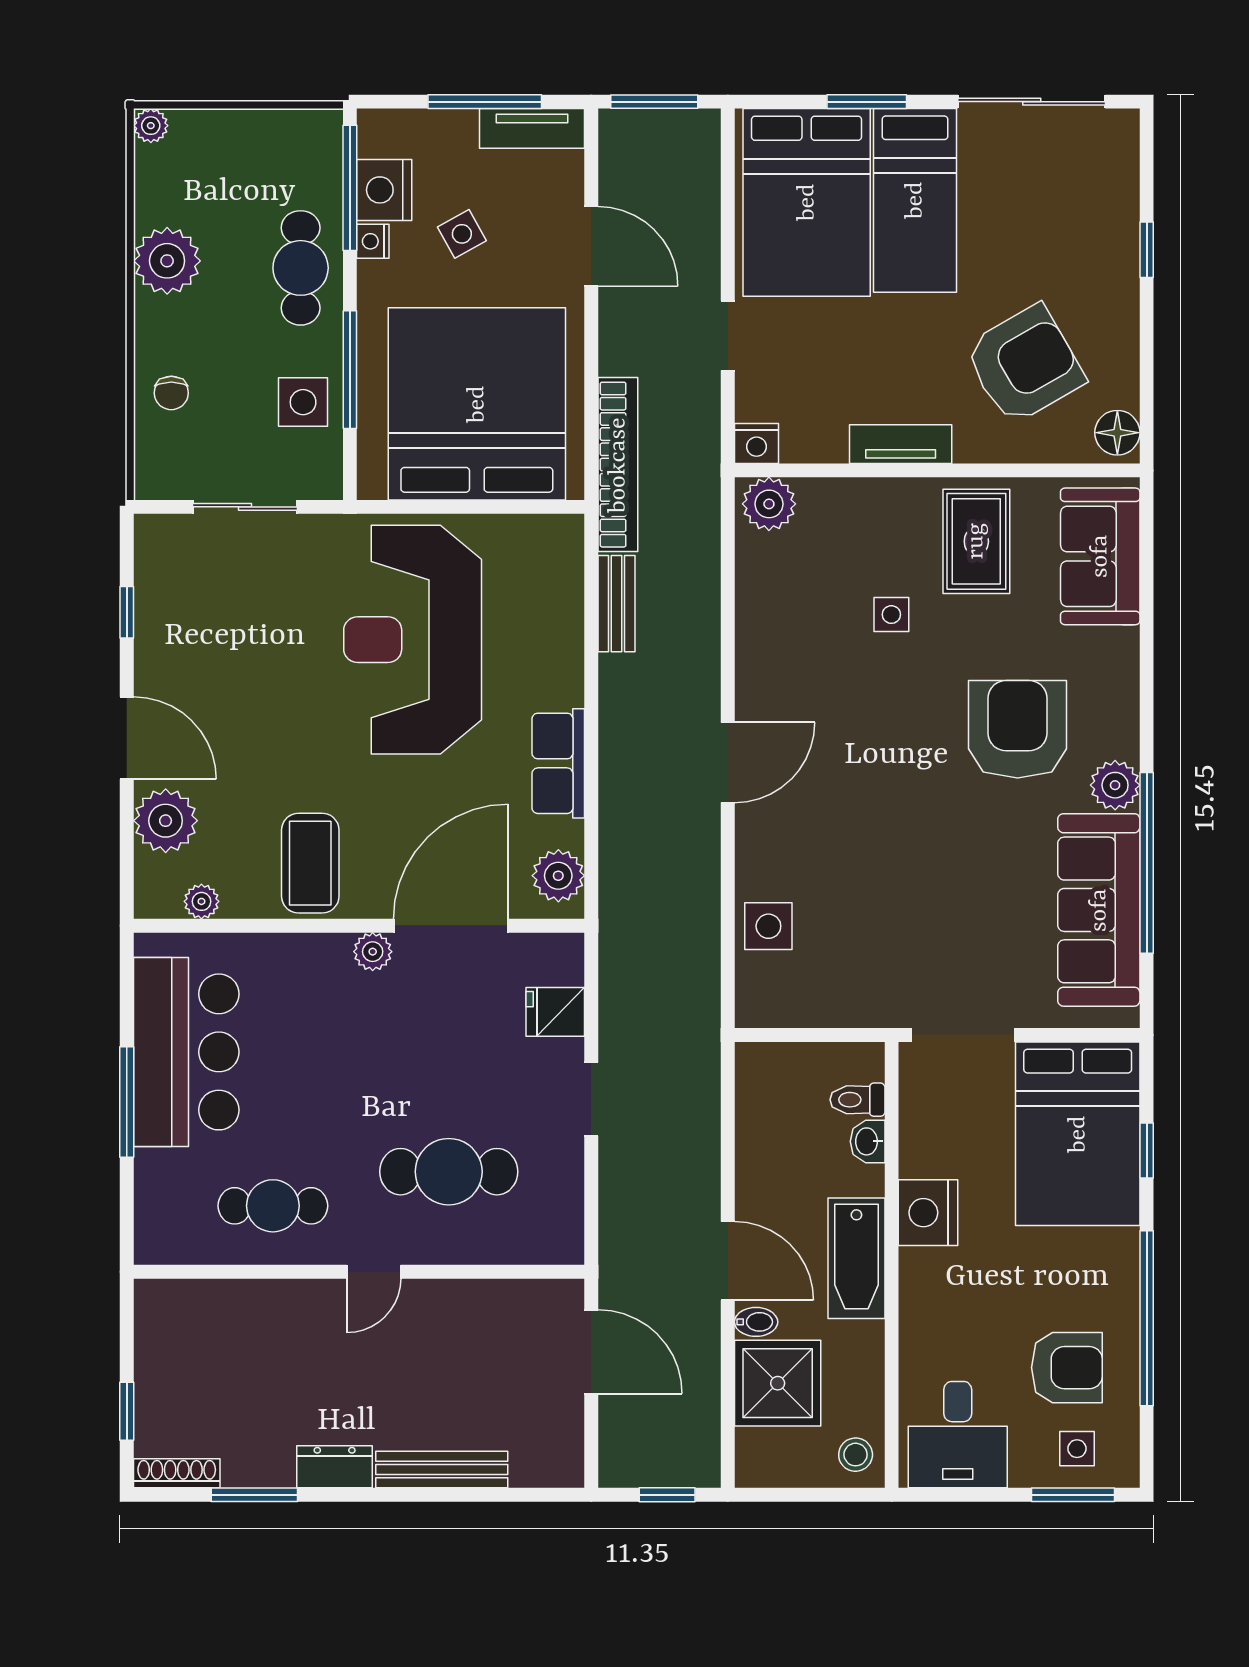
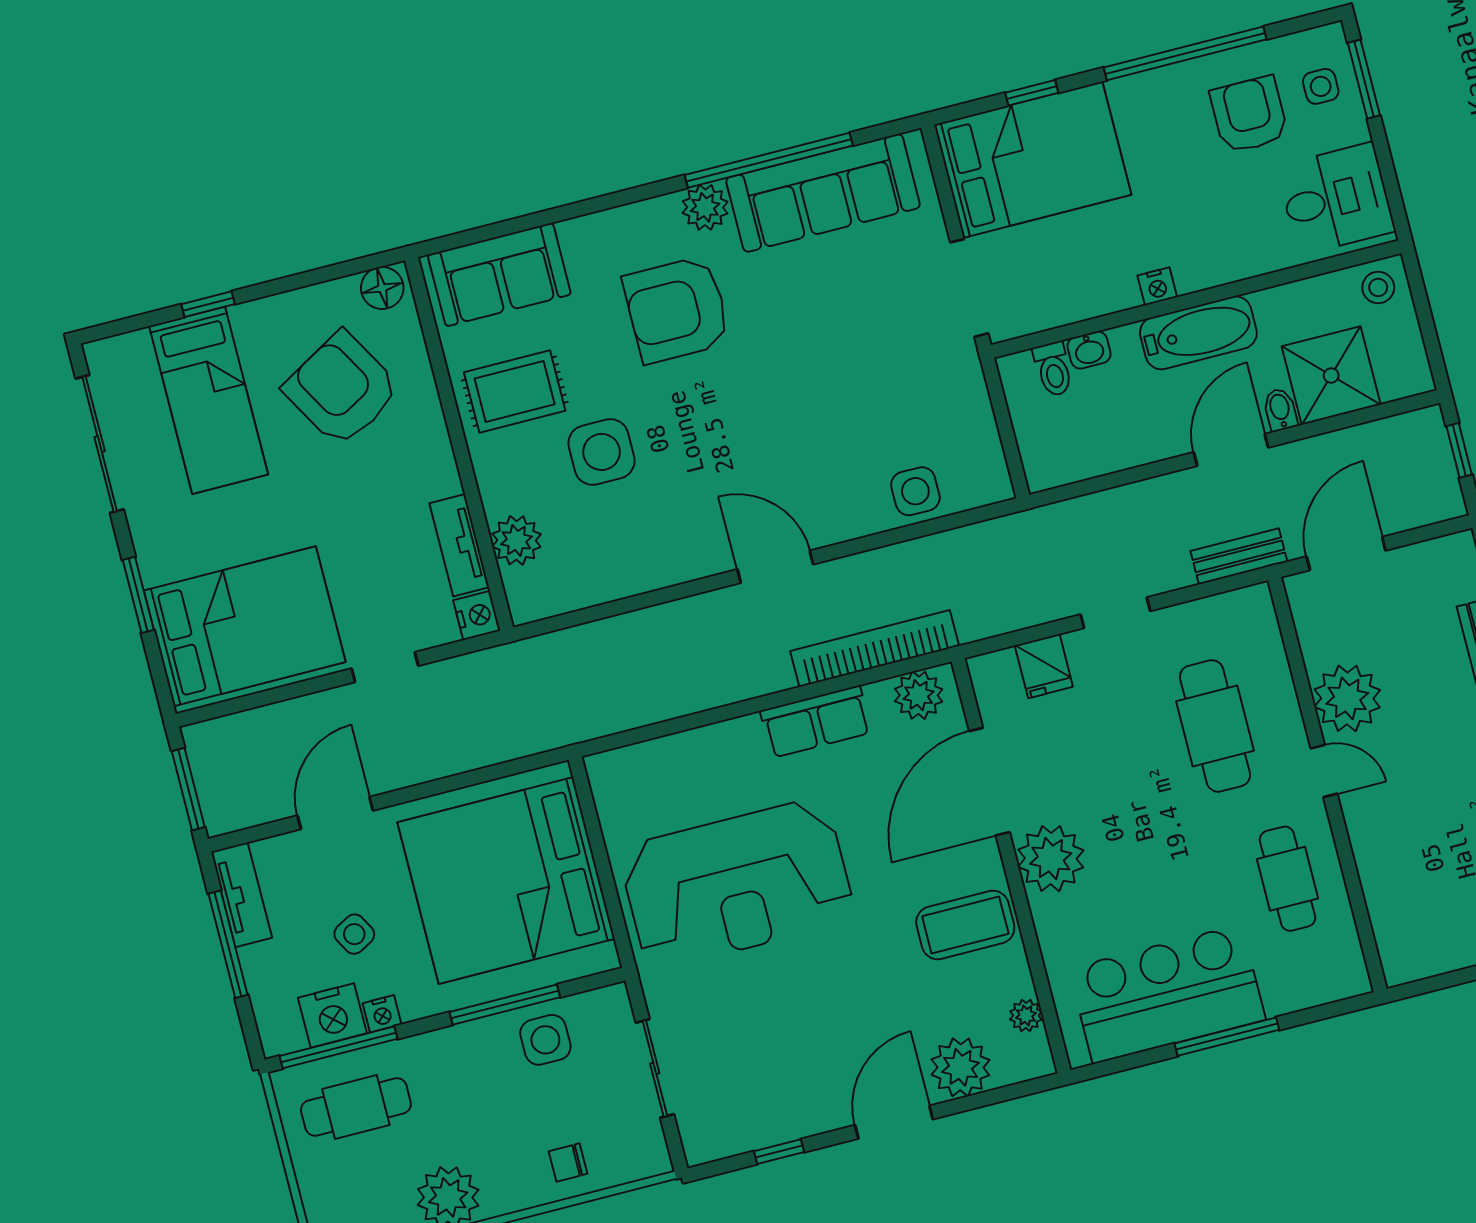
bed: (915, 200) -> (209, 400), moved, turned 90
cafe table: (301, 268) -> (356, 1107), moved
chair: (171, 393) -> (568, 1163), turned 180
tv unit: (901, 444) -> (459, 545), moved
bookcase: (618, 465) -> (875, 648), moved
plant: (769, 504) -> (516, 540), moved
bench: (616, 604) -> (1239, 556), moved
side table: (891, 615) -> (602, 452), width x1.87, depth x1.87
door: (451, 926) -> (989, 782), hinge flipped
plant: (373, 952) -> (1051, 859), width x1.87, depth x1.87
nightstand: (928, 1213) -> (1157, 286), width x0.53, depth x0.56
plant: (442, 1315) -> (1347, 698), added

